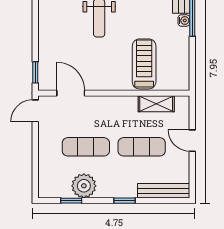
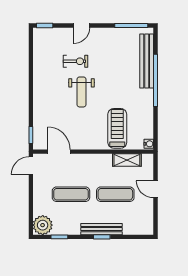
water cooler: (184, 21) -> (149, 144), moved
plant: (84, 186) -> (43, 225), moved
bench: (164, 191) -> (101, 229), moved

